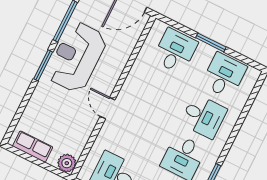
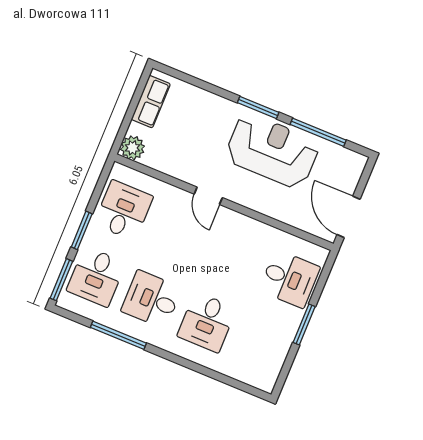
desk: (224, 76) -> (262, 345), removed
door: (108, 108) -> (208, 196), swing flipped

